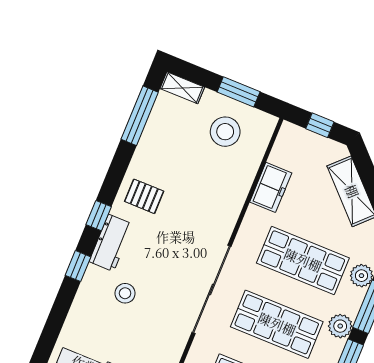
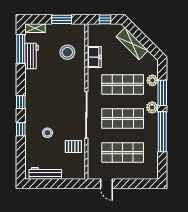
stool: (225, 132) -> (67, 52), moved
pallet: (144, 196) -> (73, 147), moved
workbench: (111, 243) -> (32, 56), moved

